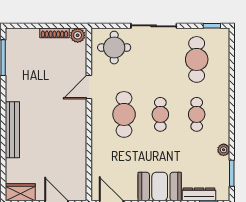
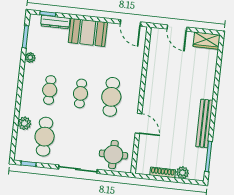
plant: (78, 35) -> (182, 173), moved
plant: (222, 72) -> (24, 123), added
door: (89, 87) -> (139, 123), hinge flipped
bench: (12, 130) -> (204, 123), moved

